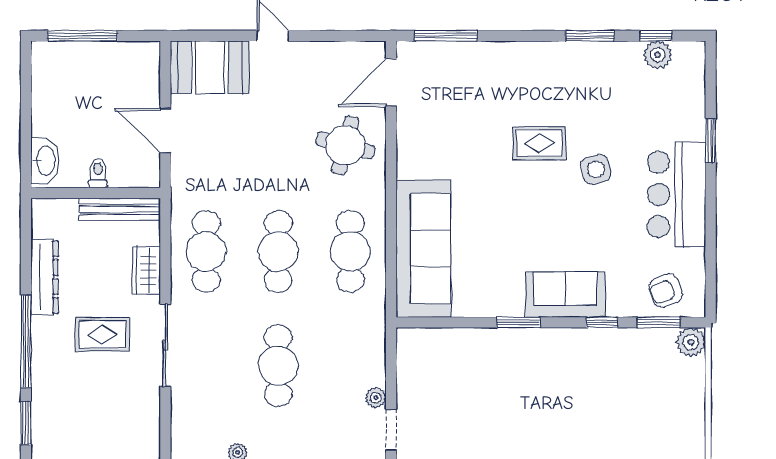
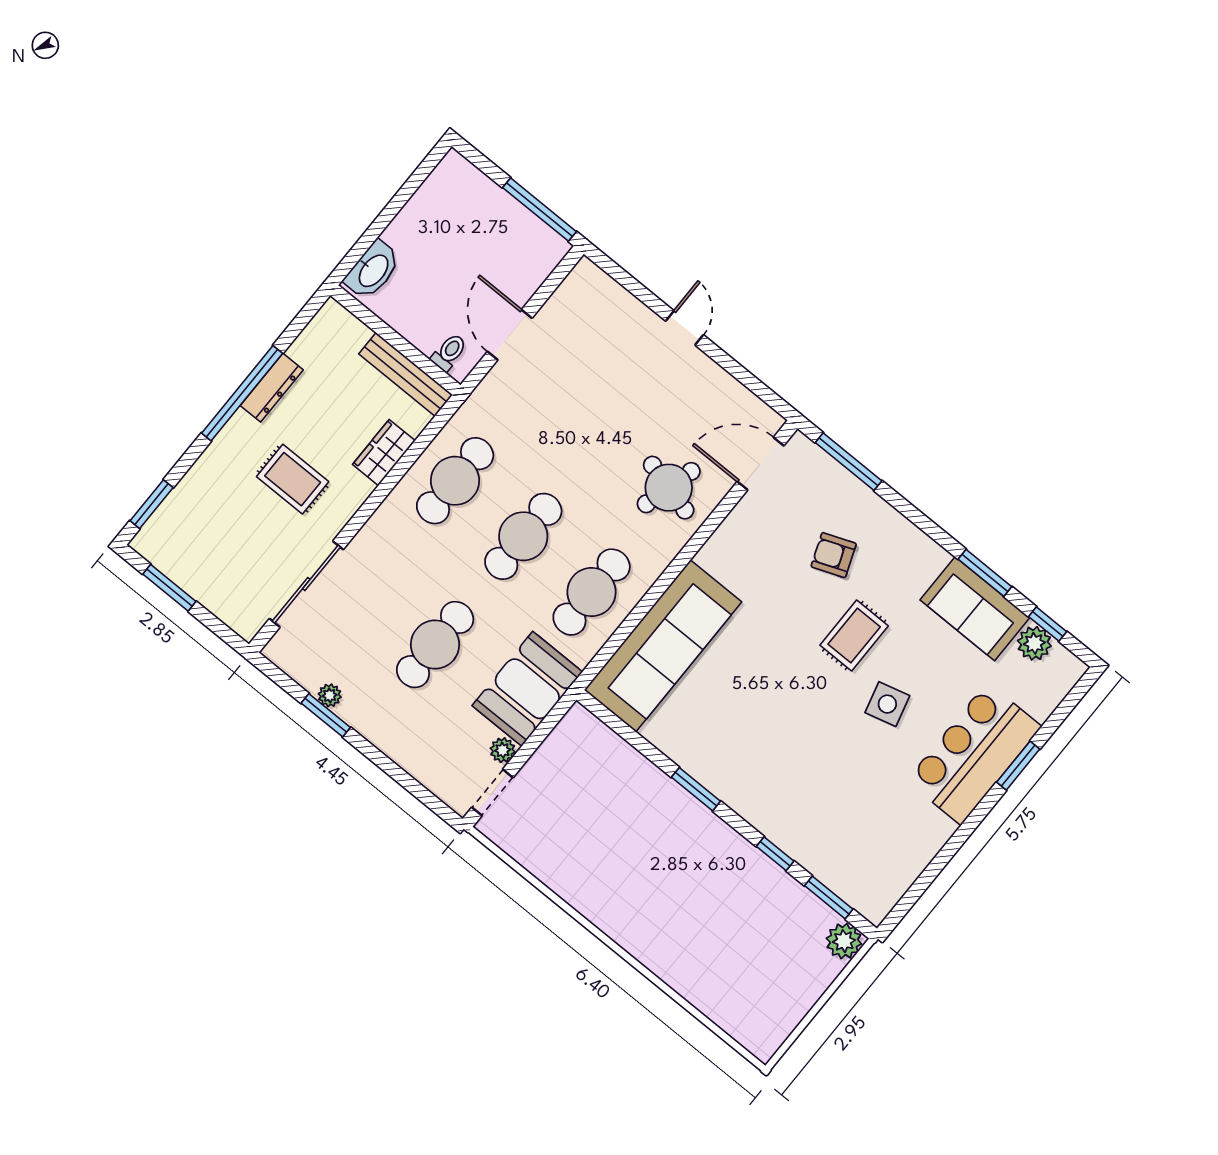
window: (82, 36) -> (539, 210), moved
booth: (210, 67) -> (527, 689), moved, turned 90
rug: (539, 143) -> (854, 636), turned 90
toilet: (98, 173) -> (449, 352), moved
bar counter: (676, 194) -> (974, 754), moved
dresser: (44, 277) -> (272, 388), width x0.73, depth x0.80
armchair: (665, 291) -> (834, 555), moved
sofa: (565, 294) -> (975, 609), moved, turned 180
window: (26, 341) -> (242, 393), moved
sliding door: (165, 345) -> (306, 584), moved

